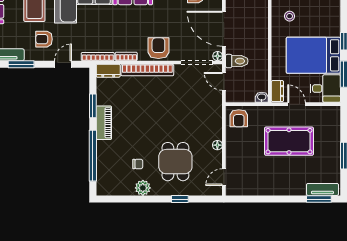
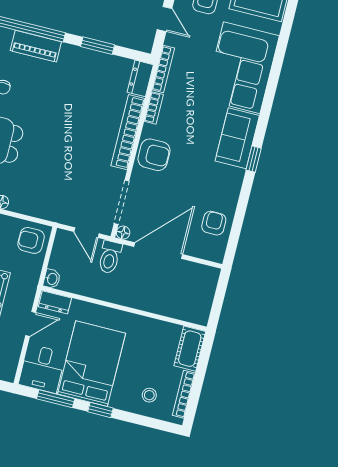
stool: (290, 16) -> (149, 395), moved
door: (224, 81) -> (86, 233), swing flipped
piano: (104, 123) -> (36, 46), moved

